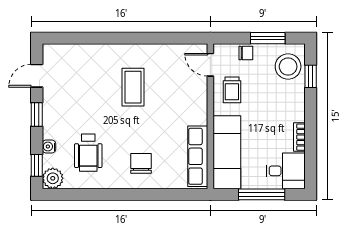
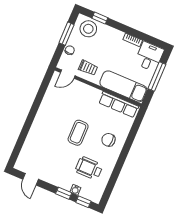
coffee table: (133, 87) -> (78, 133), moved, turned 90
window: (37, 115) -> (64, 193), moved
wheelchair: (88, 153) -> (89, 168), turned 180
plant: (53, 178) -> (95, 196), removed

